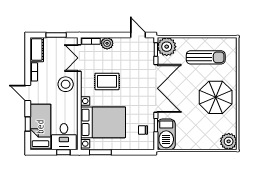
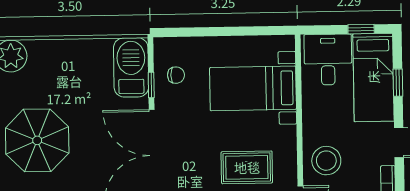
bed with nightstands: (103, 122) -> (253, 88), width x0.73
window: (63, 152) -> (361, 29), moved
window: (100, 152) -> (257, 31), removed

